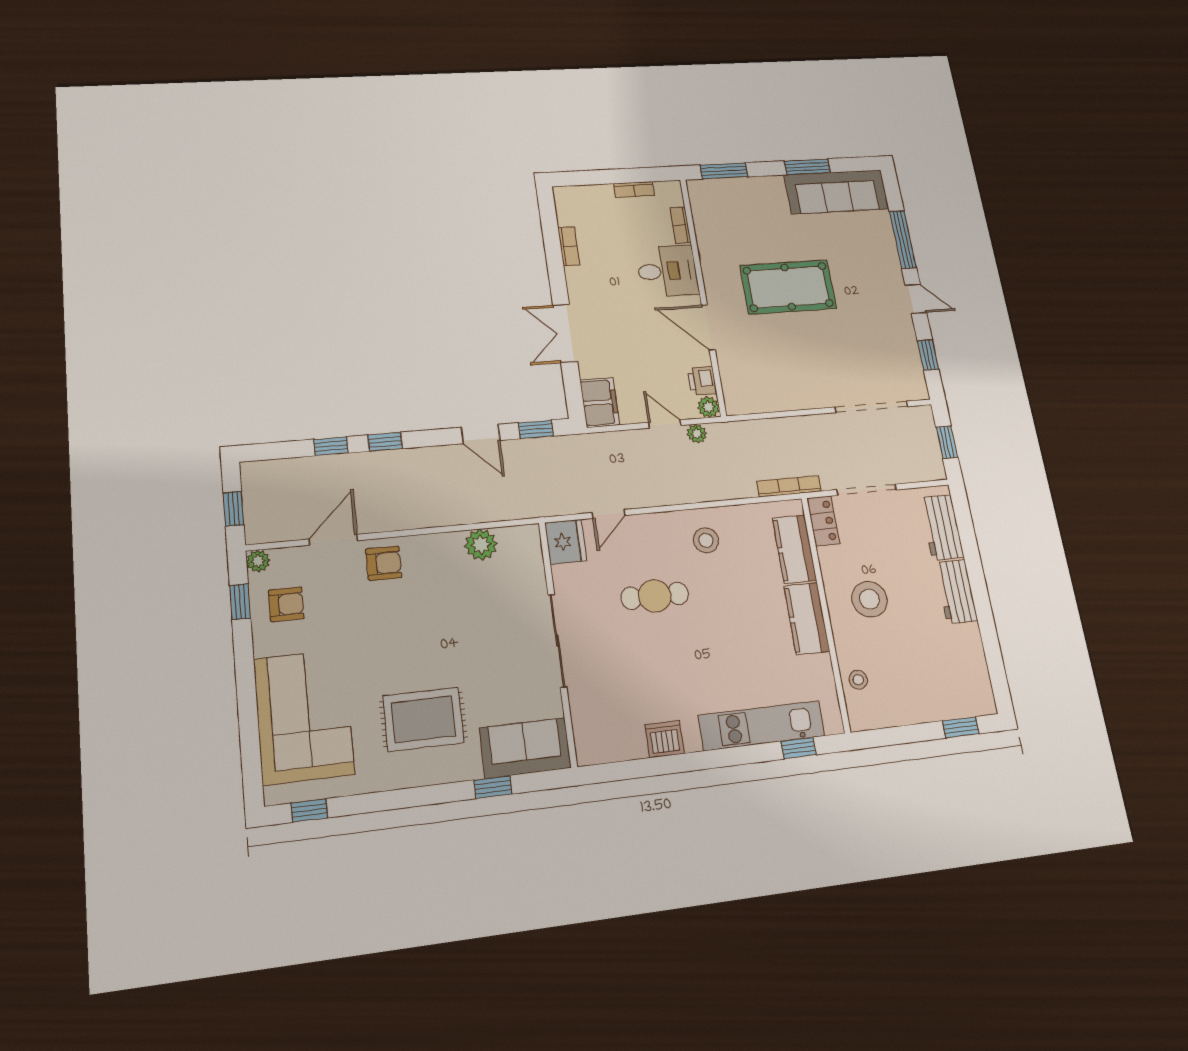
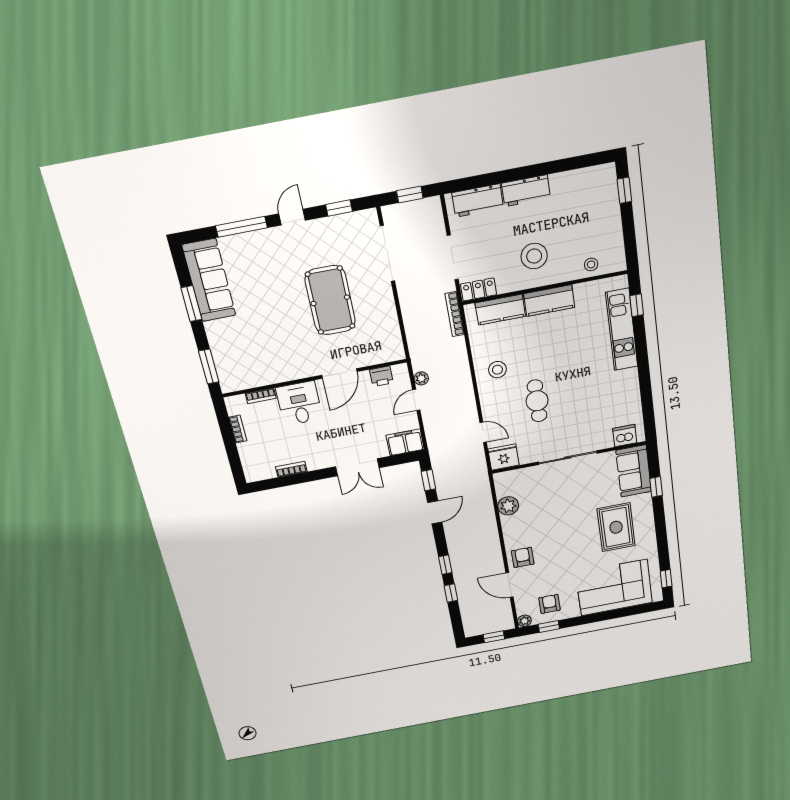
pool table: (788, 287) -> (330, 300), moved
plant: (708, 407) -> (401, 371), removed
dishwasher: (665, 739) -> (625, 436), moved, turned 90

